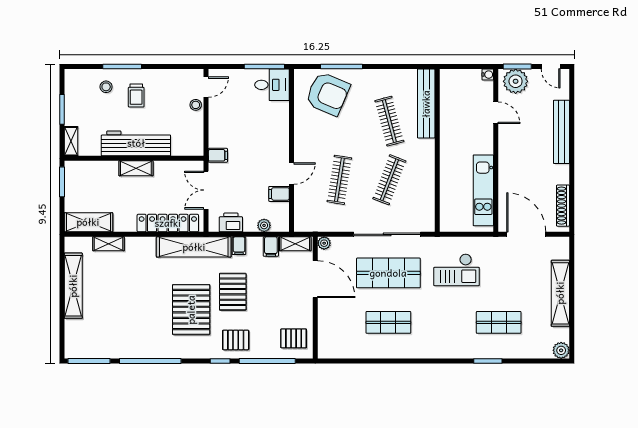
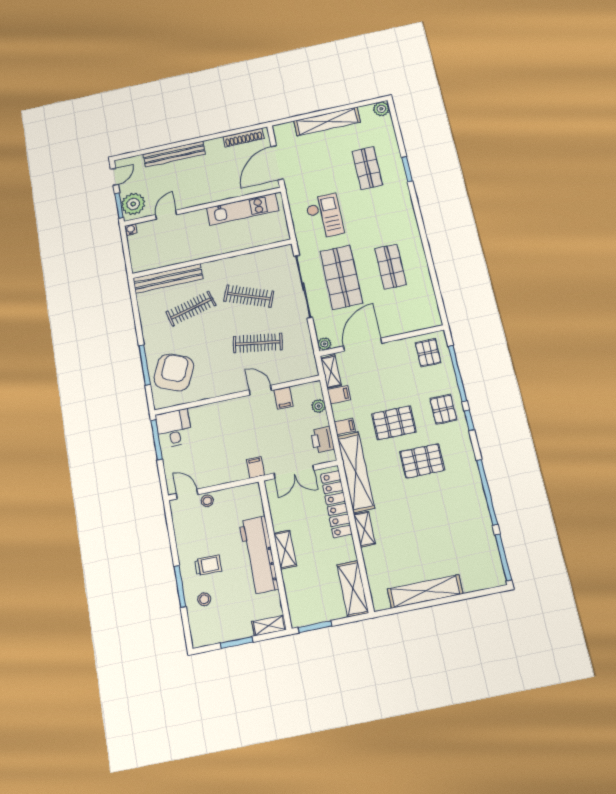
shelving: (109, 244) -> (364, 529), moved
pallet: (191, 310) -> (422, 461), width x0.73, depth x0.71

